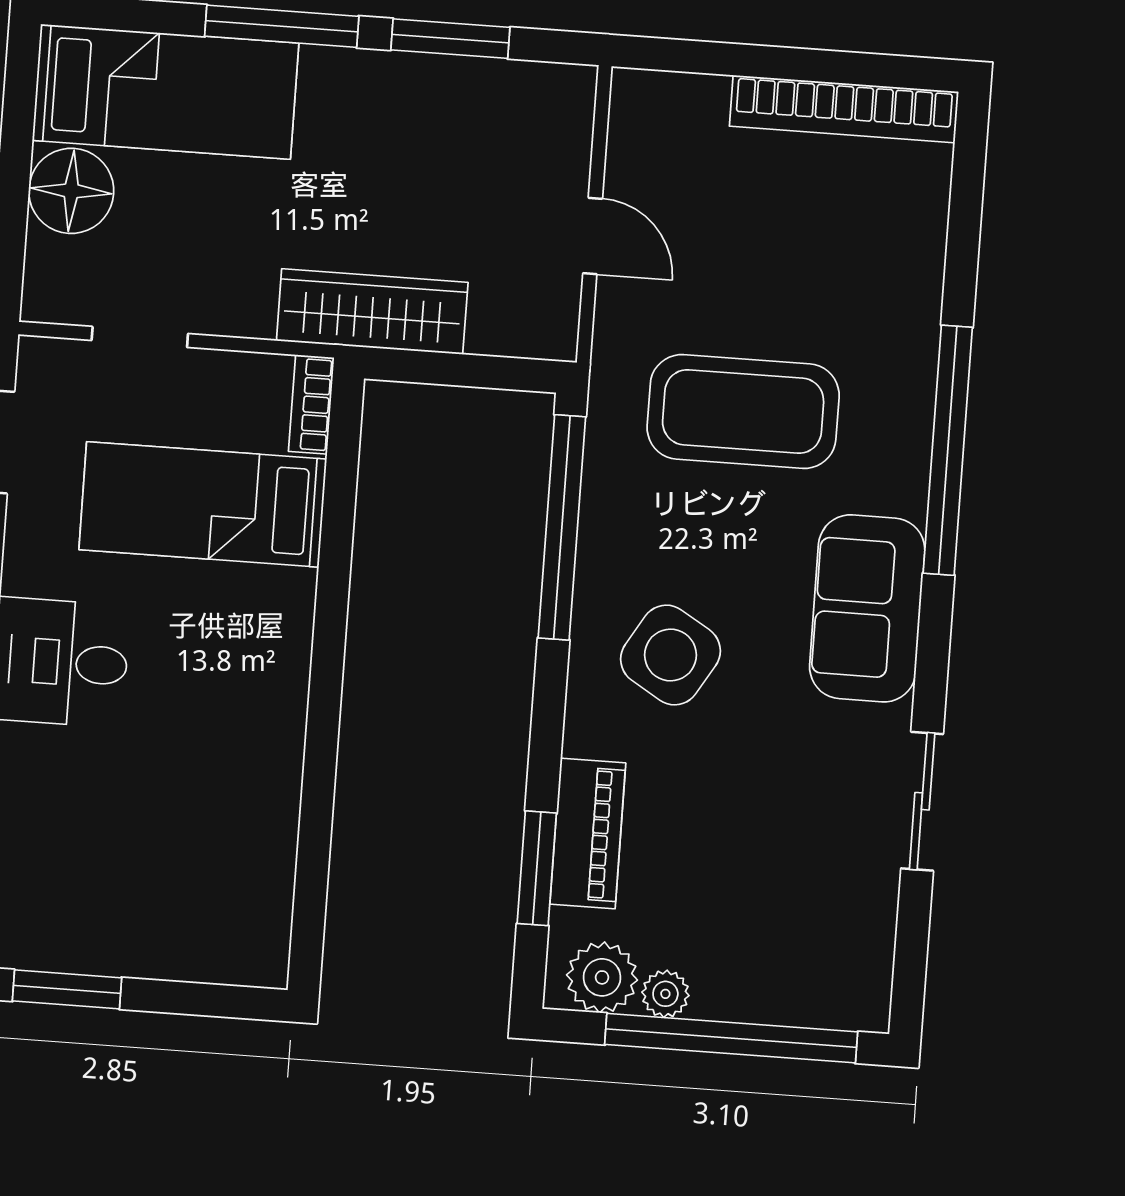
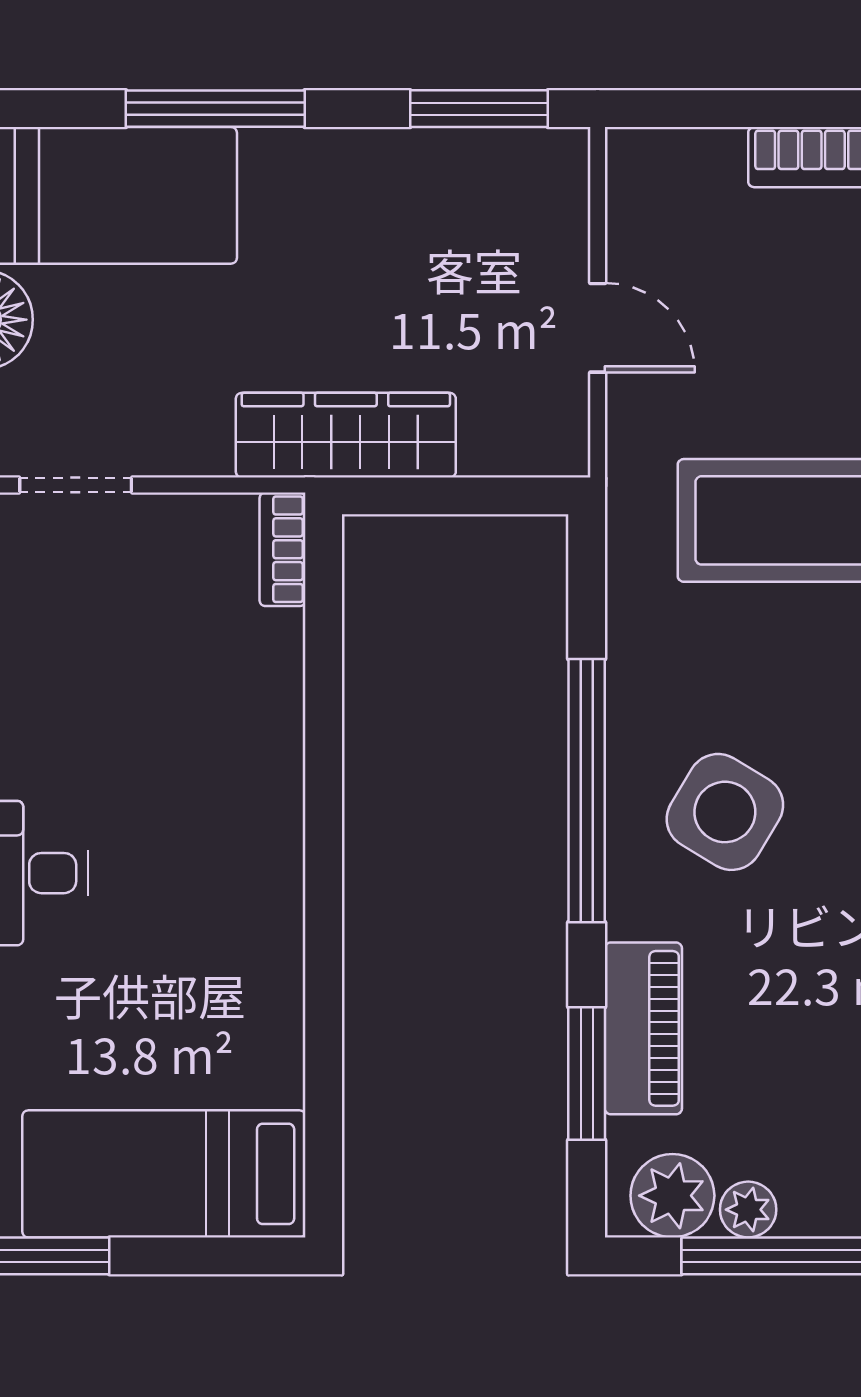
window: (450, 39) -> (479, 109), moved
bed: (203, 504) -> (164, 1174), moved
window: (562, 527) -> (587, 791), moved

